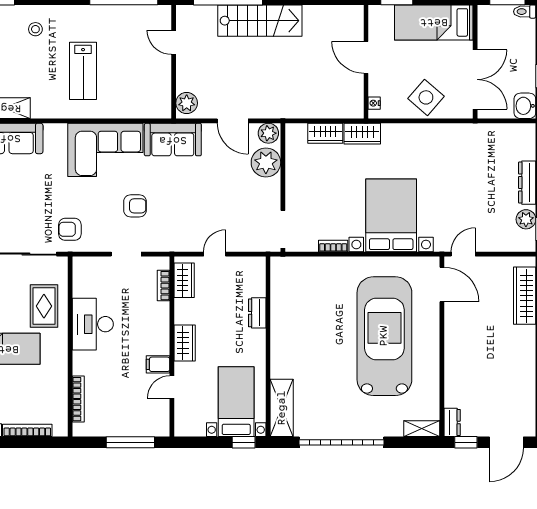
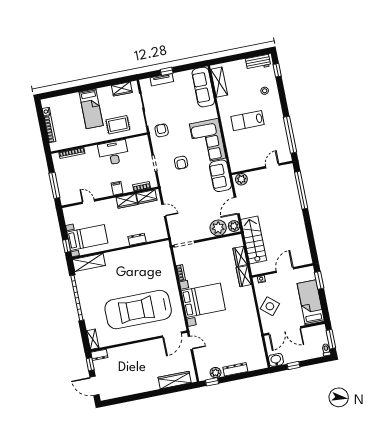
stairs: (260, 21) -> (254, 240), moved, turned 180
car: (384, 336) -> (138, 310), turned 180
wardrobe: (185, 343) -> (127, 201), moved
filing cabinet: (158, 364) -> (117, 188), moved

